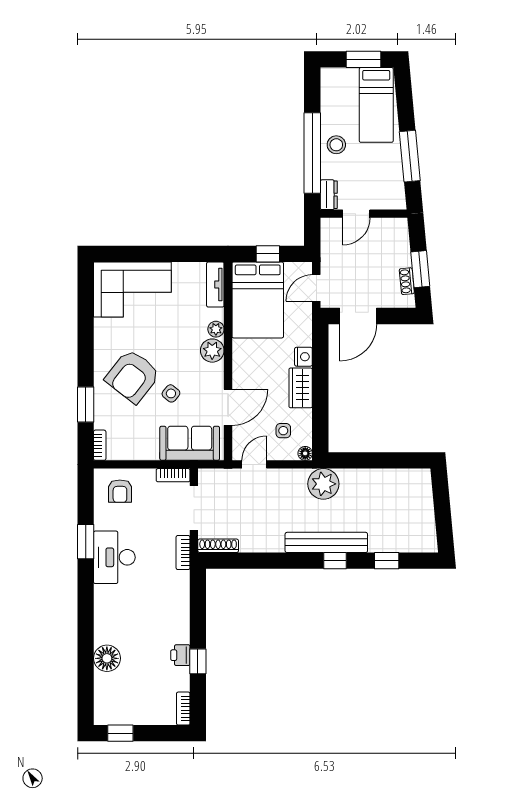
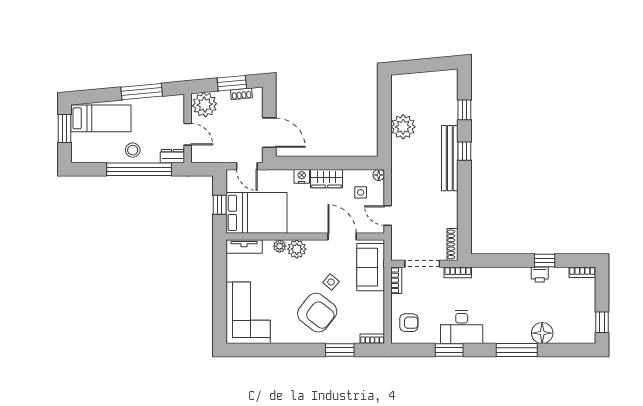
plant: (393, 235) -> (205, 105), added
plant: (323, 484) -> (403, 127), moved
window: (86, 626) -> (517, 350), added

